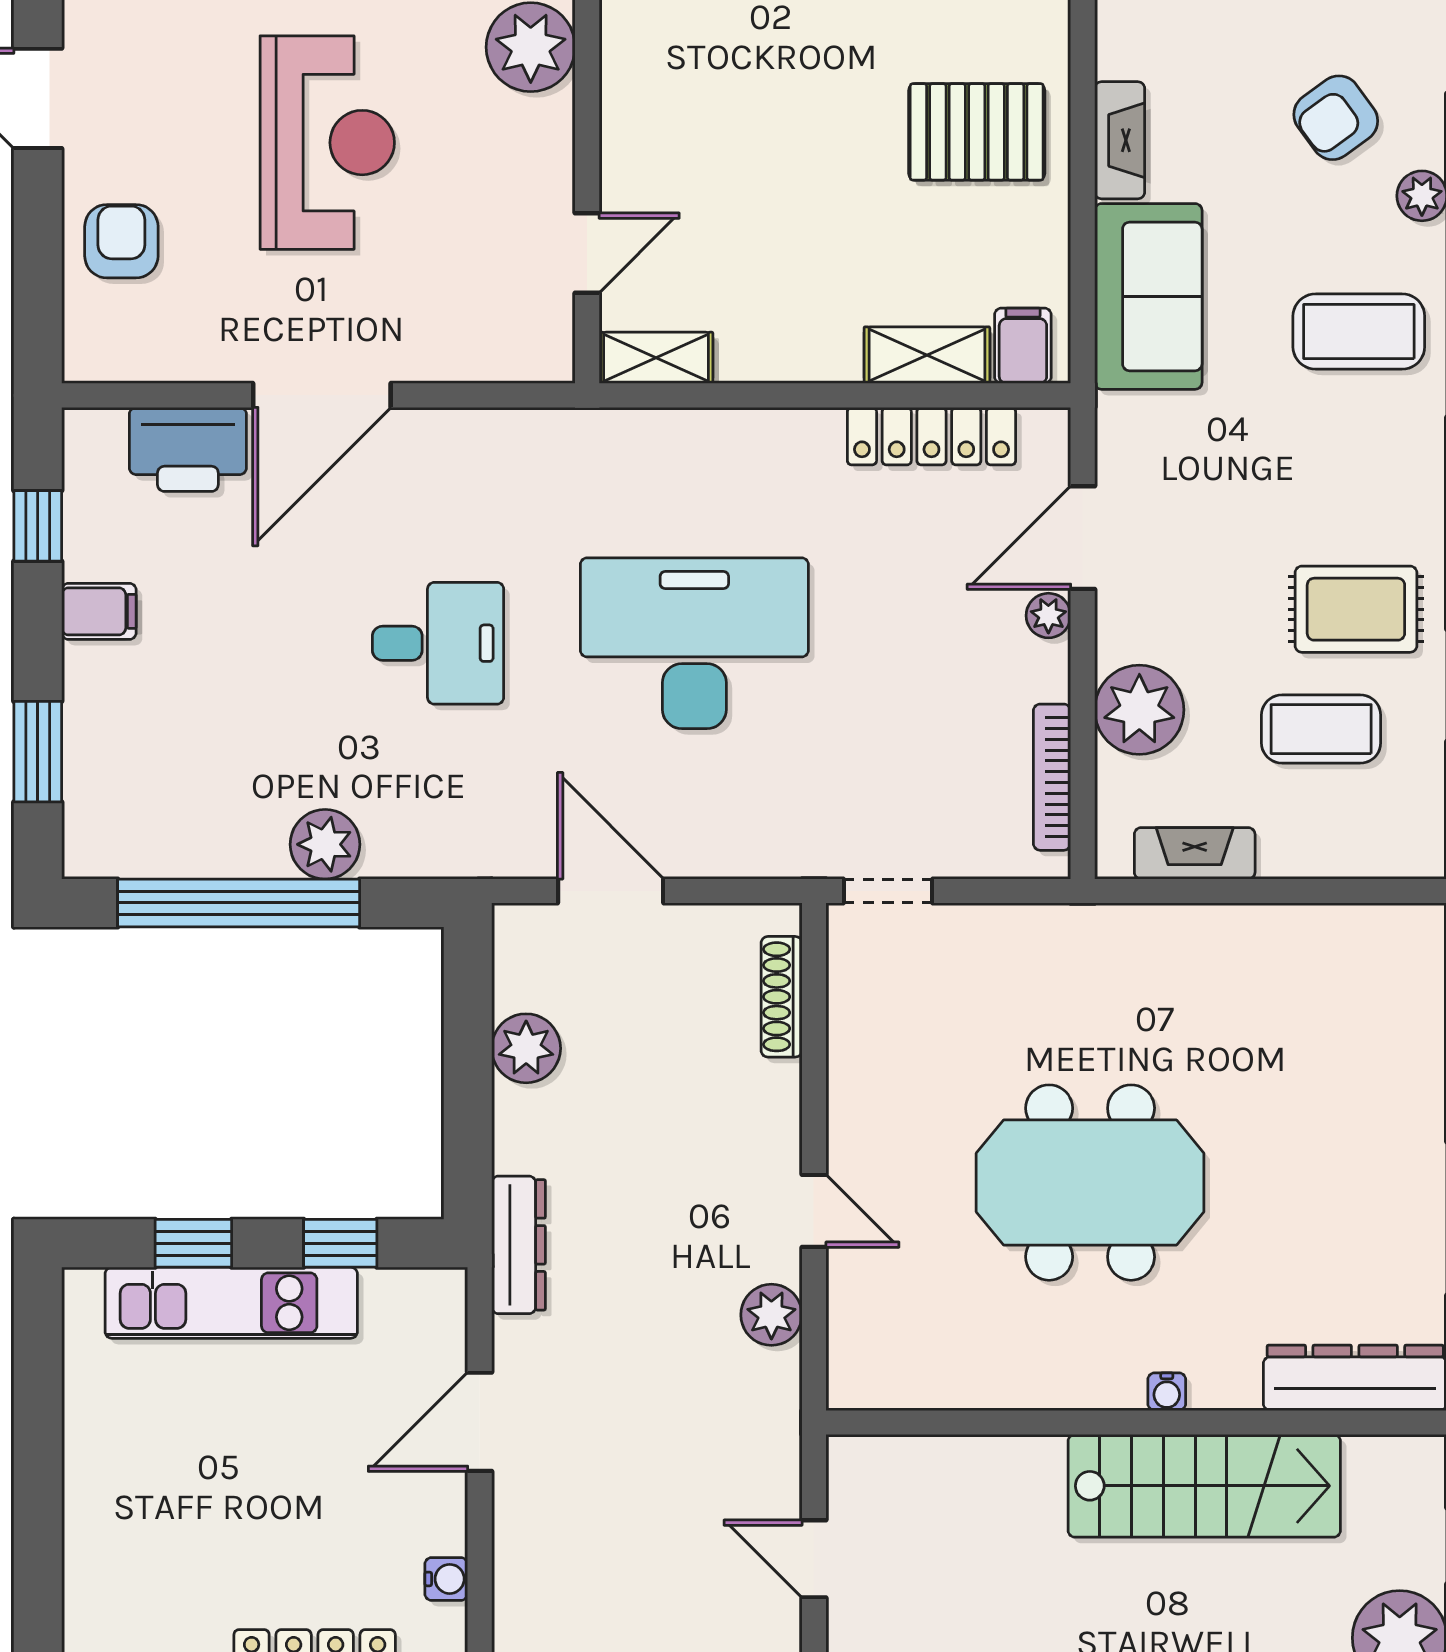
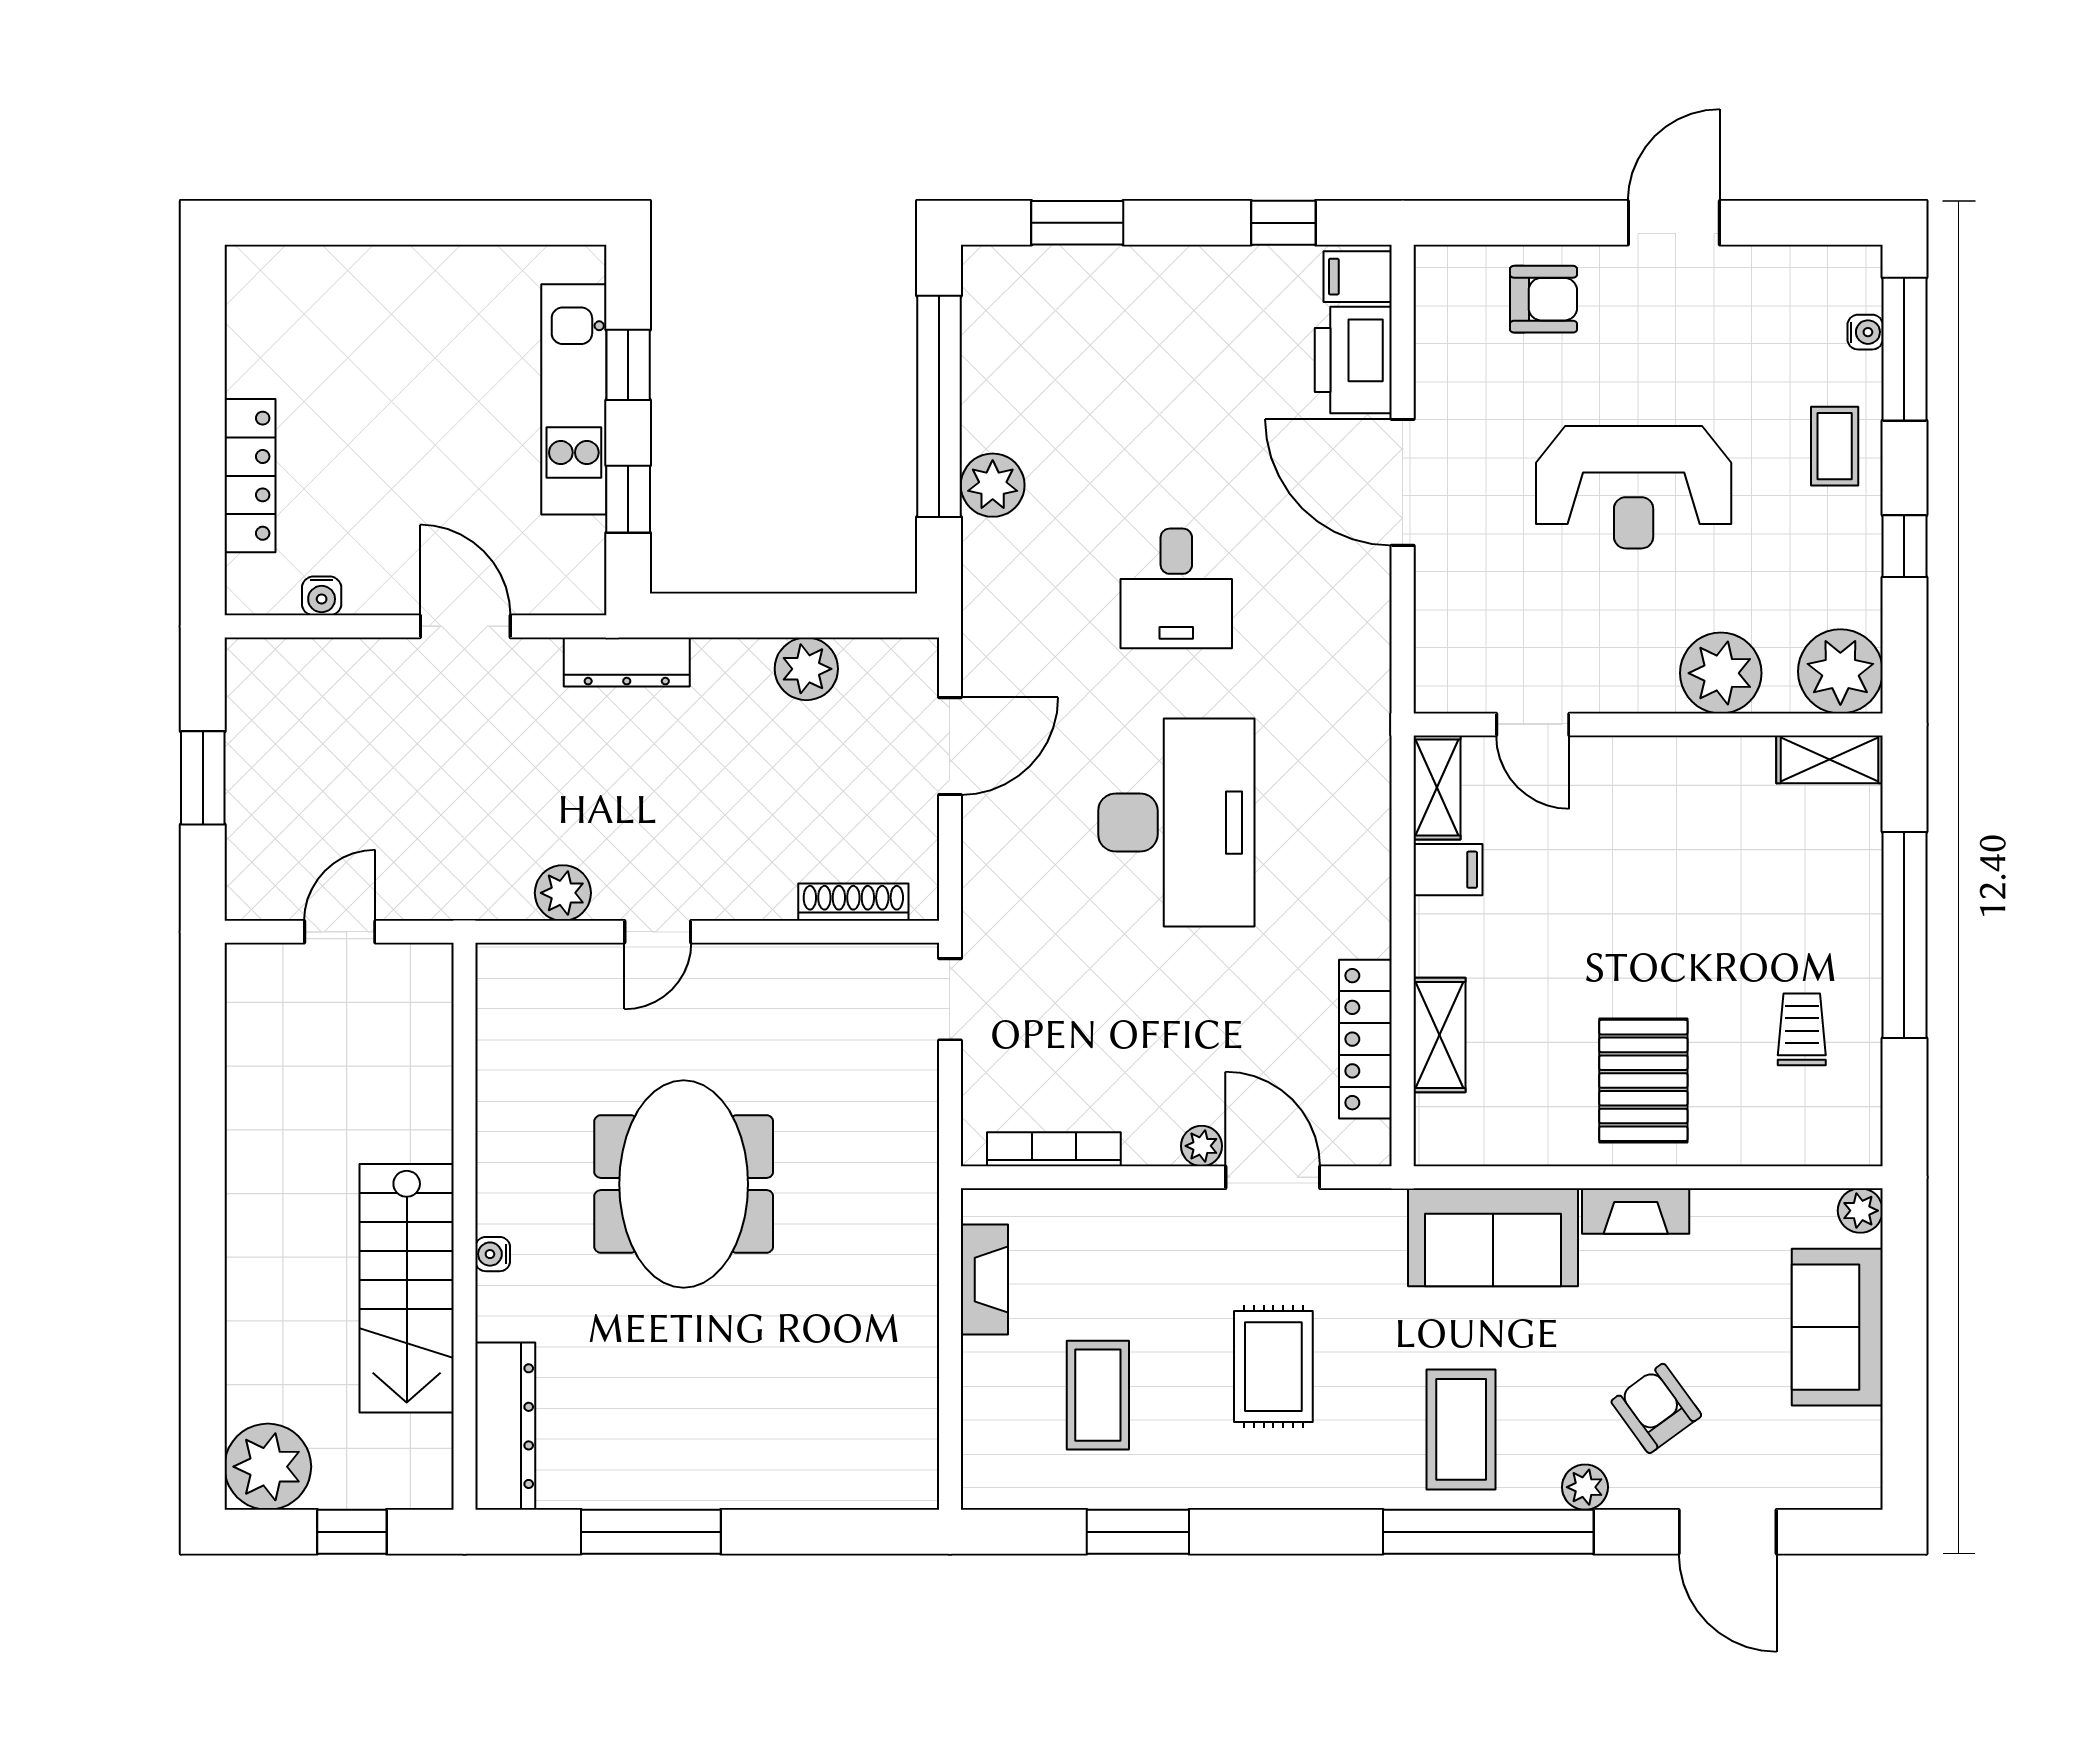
filing cabinet: (1023, 346) -> (1448, 870), moved
rug: (1356, 609) -> (1273, 1367), moved
filing cabinet: (99, 611) -> (1358, 277), moved, turned 90
plant: (1139, 710) -> (1116, 1229), removed

